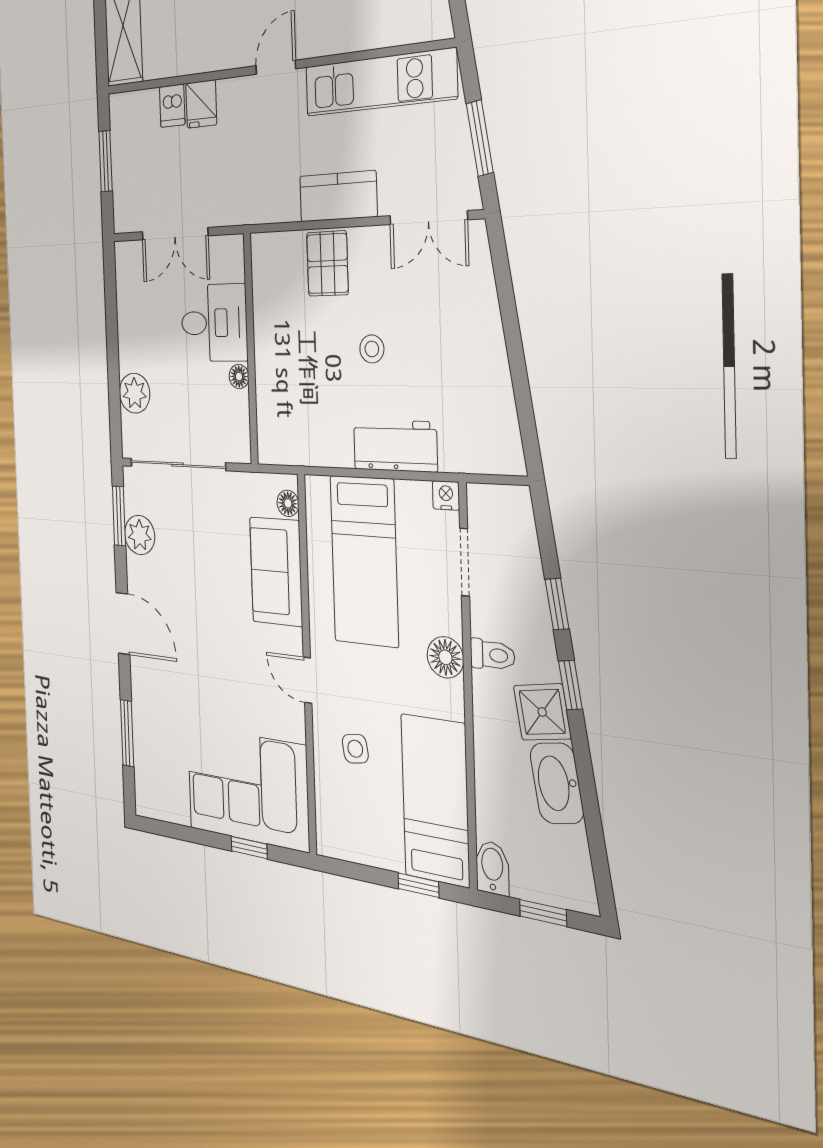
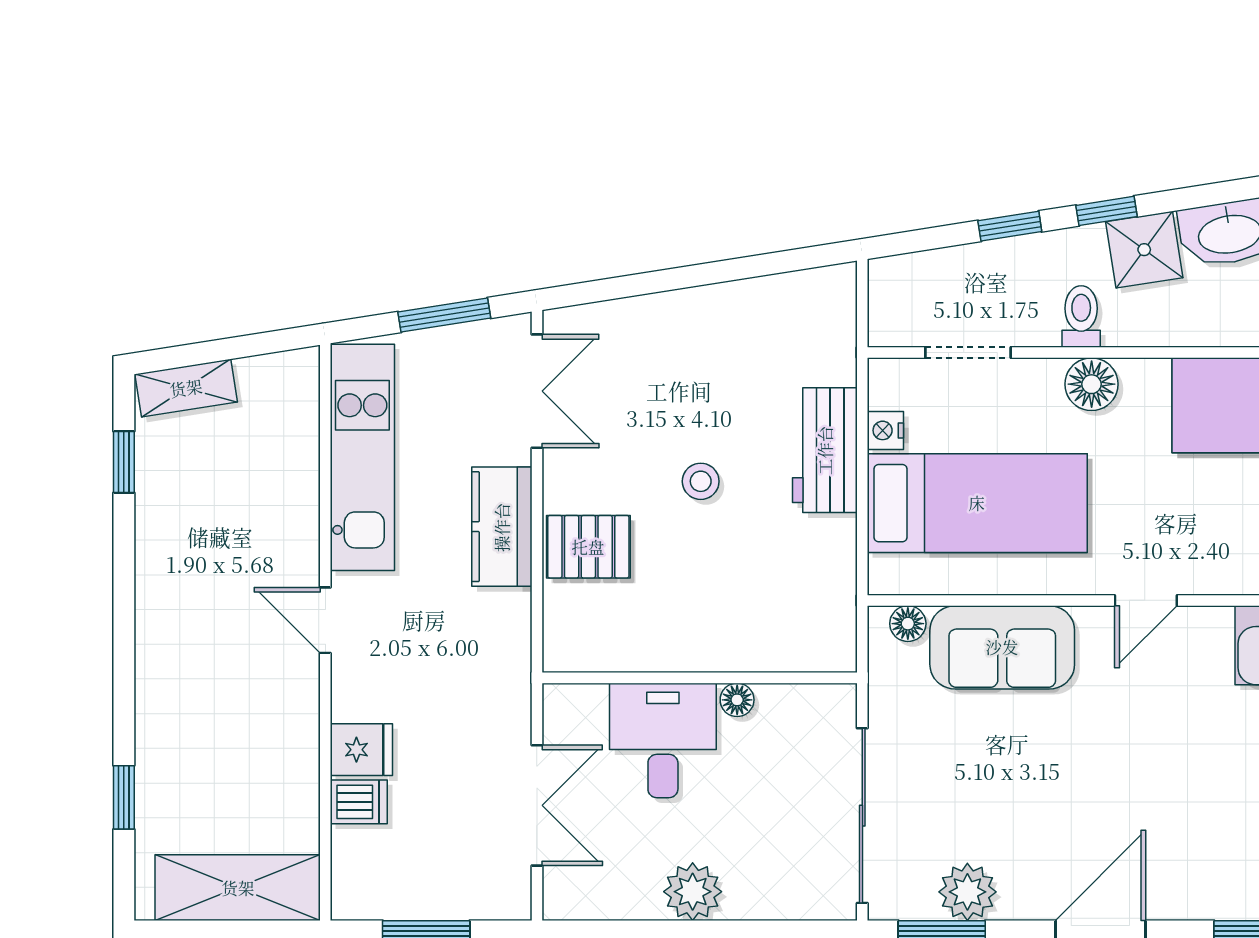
plant: (135, 393) -> (693, 892), moved
nightstand: (446, 495) -> (885, 430), moved
side table: (355, 749) -> (1229, 526), removed

